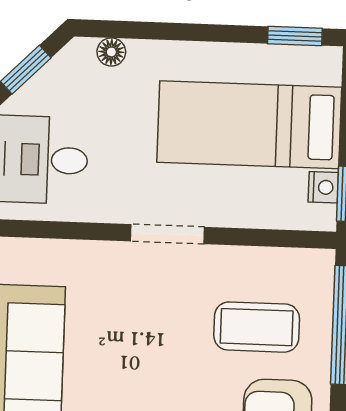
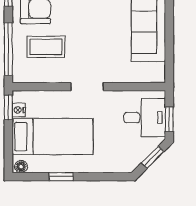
window: (295, 36) -> (61, 177), moved
floor lamp: (111, 52) -> (21, 167), moved

